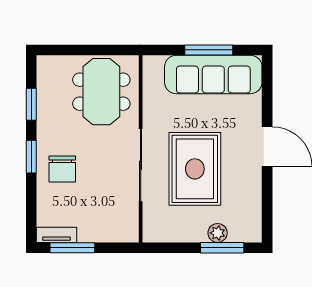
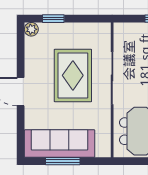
plant: (218, 233) -> (31, 29), moved
window: (222, 248) -> (53, 19), width x0.69

